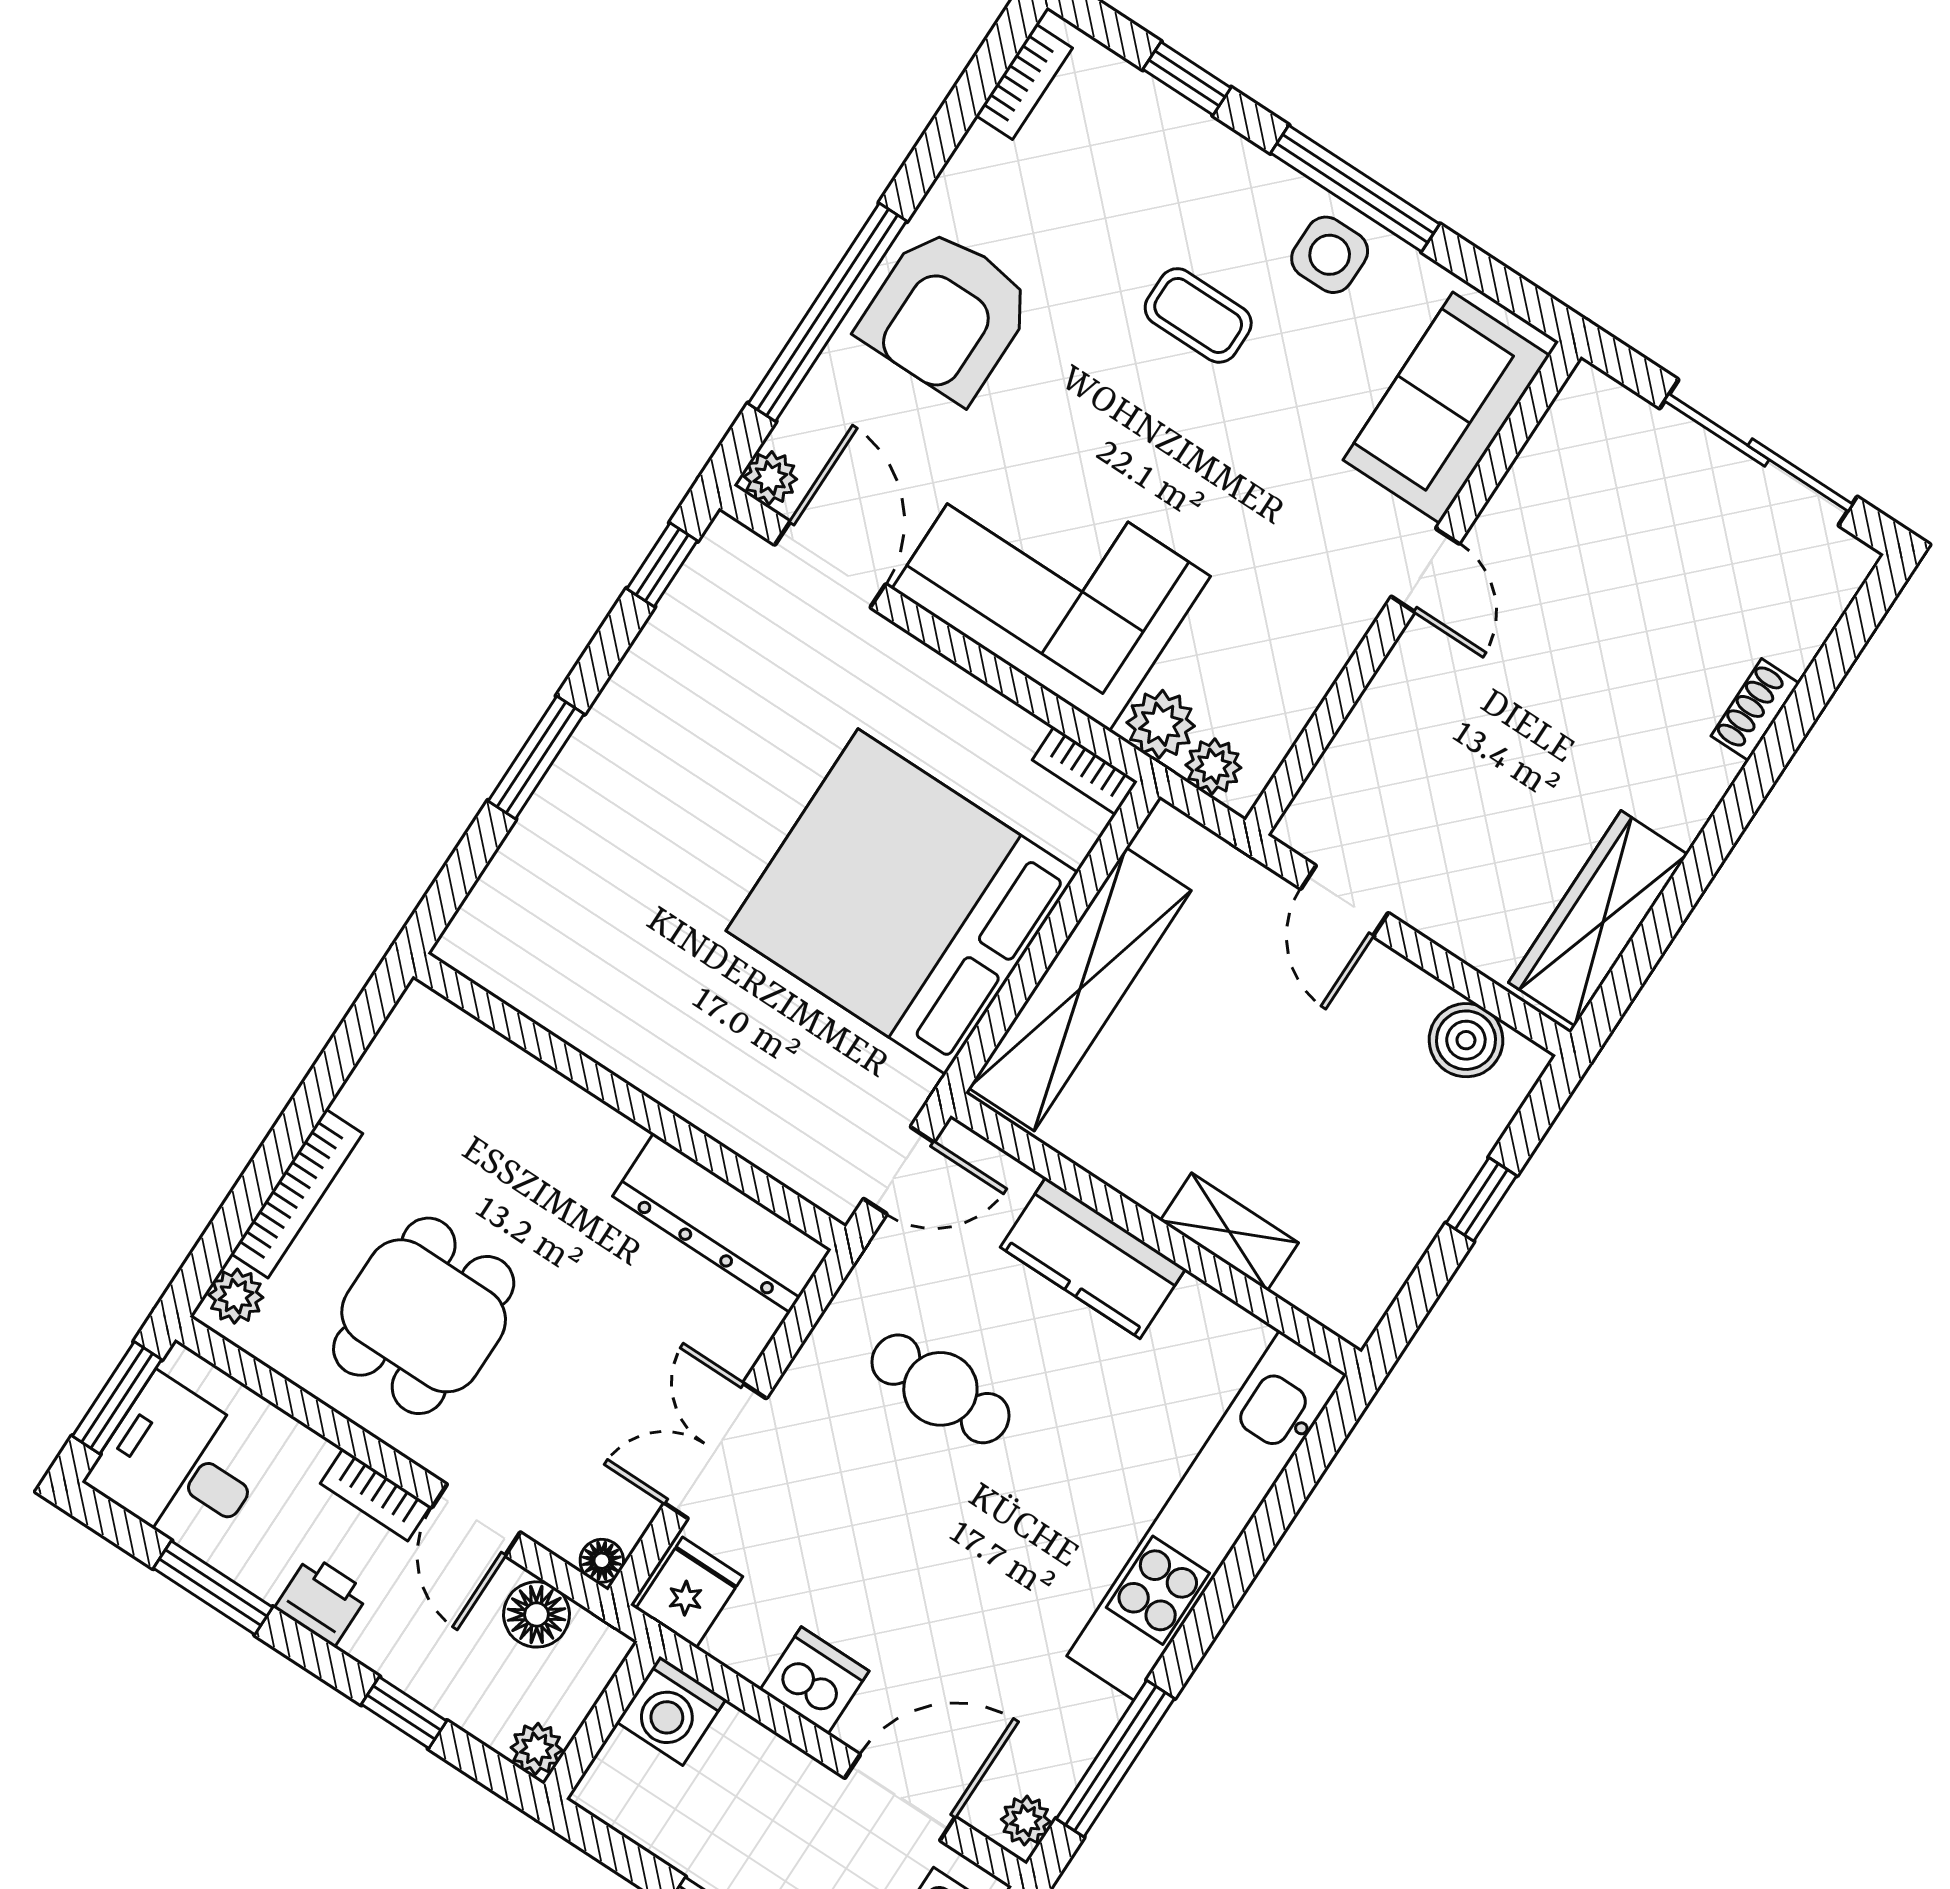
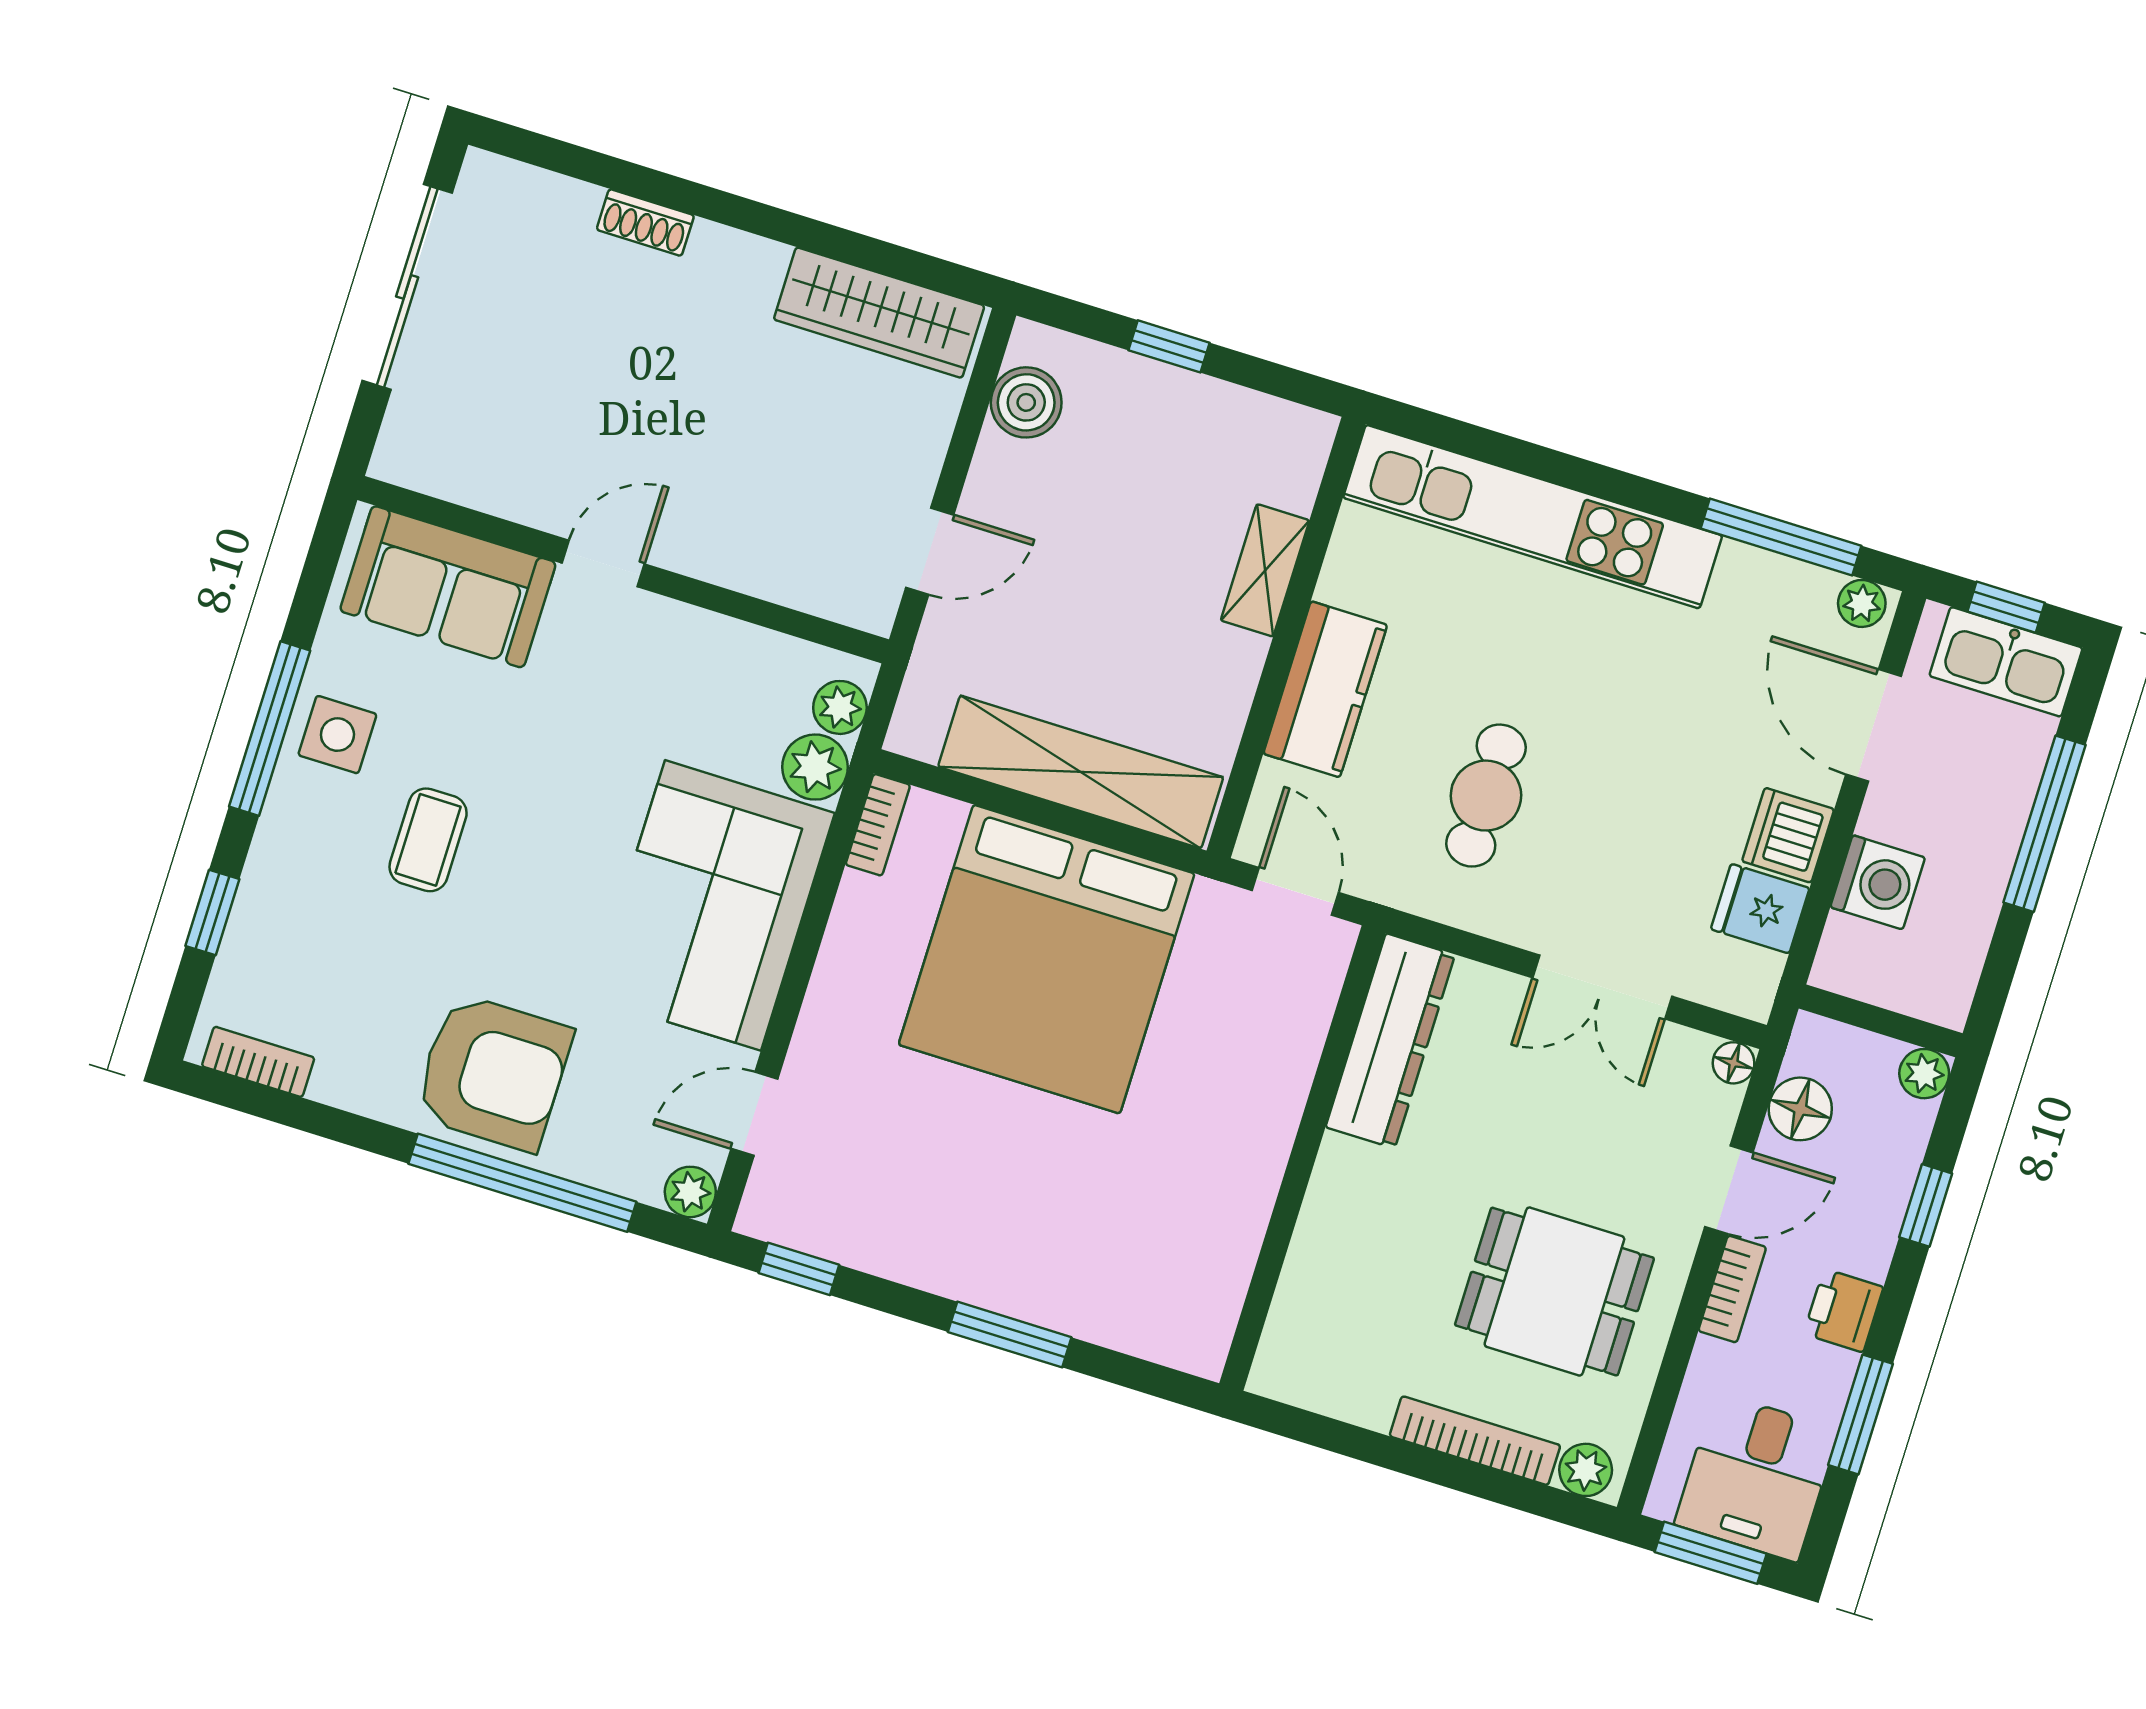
door: (830, 565) -> (754, 1114), width x0.73
fridge: (689, 1592) -> (1760, 909), moved
washing machine: (671, 1711) -> (1878, 882), moved

